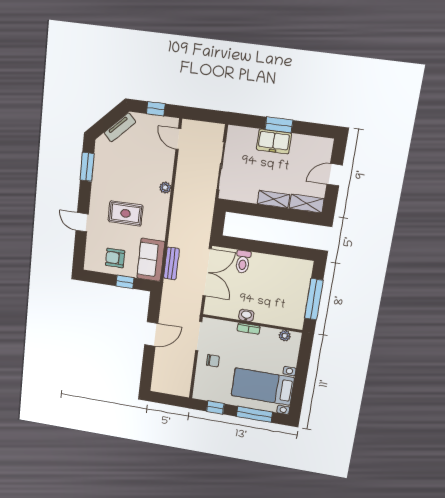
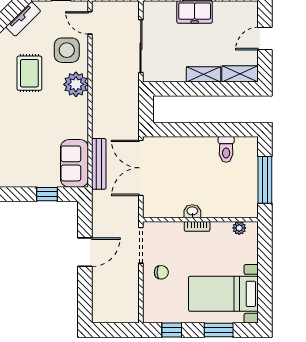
side table: (155, 161) -> (67, 50), added
plant: (165, 188) -> (76, 84), width x1.87, depth x1.87
rug: (125, 213) -> (29, 73), moved, turned 90
armchair: (115, 258) -> (32, 168), removed
toilet: (243, 262) -> (226, 149), moved
bench: (171, 263) -> (99, 164), width x1.36
double door: (207, 272) -> (141, 168), swing flipped
window: (254, 414) -> (219, 330), width x0.69

